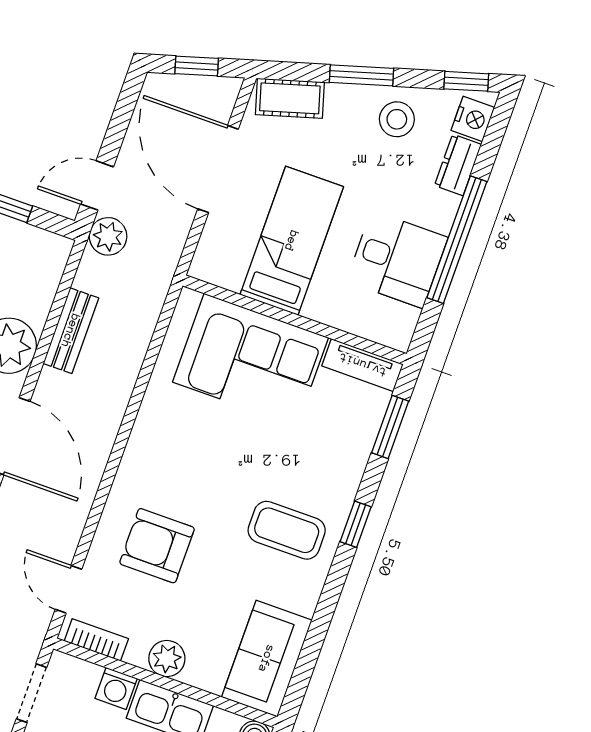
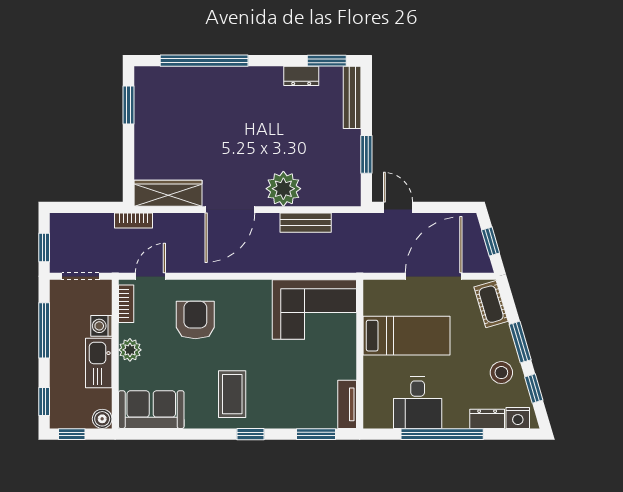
window: (466, 81) -> (534, 389), moved
plant: (108, 236) -> (370, 225), removed
corner sofa: (251, 360) -> (314, 310), moved, turned -90

